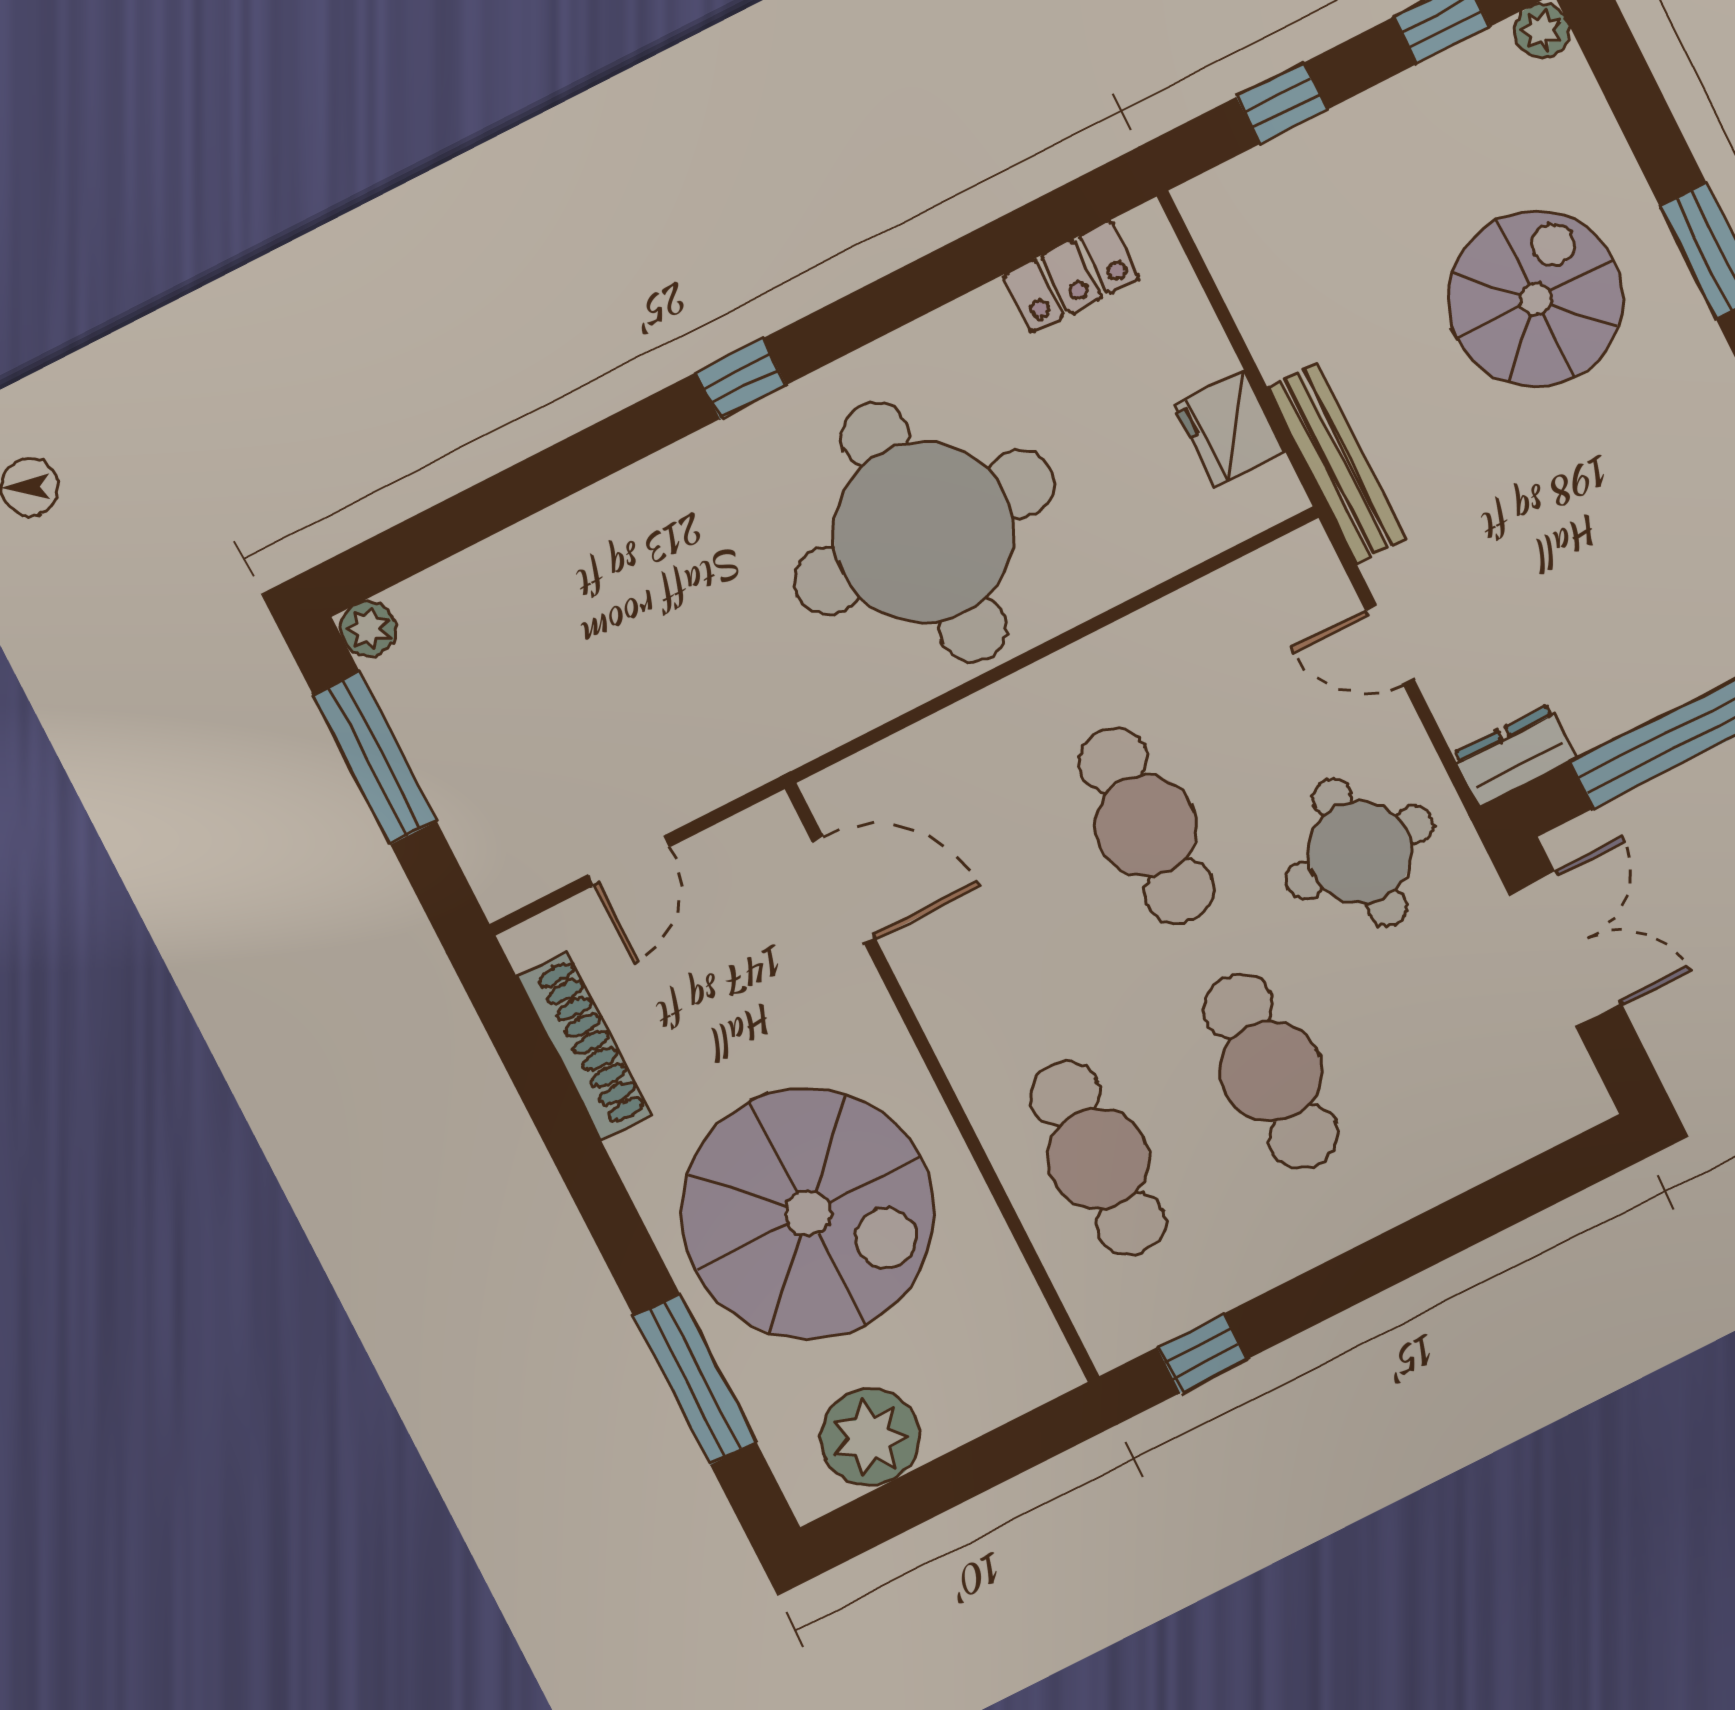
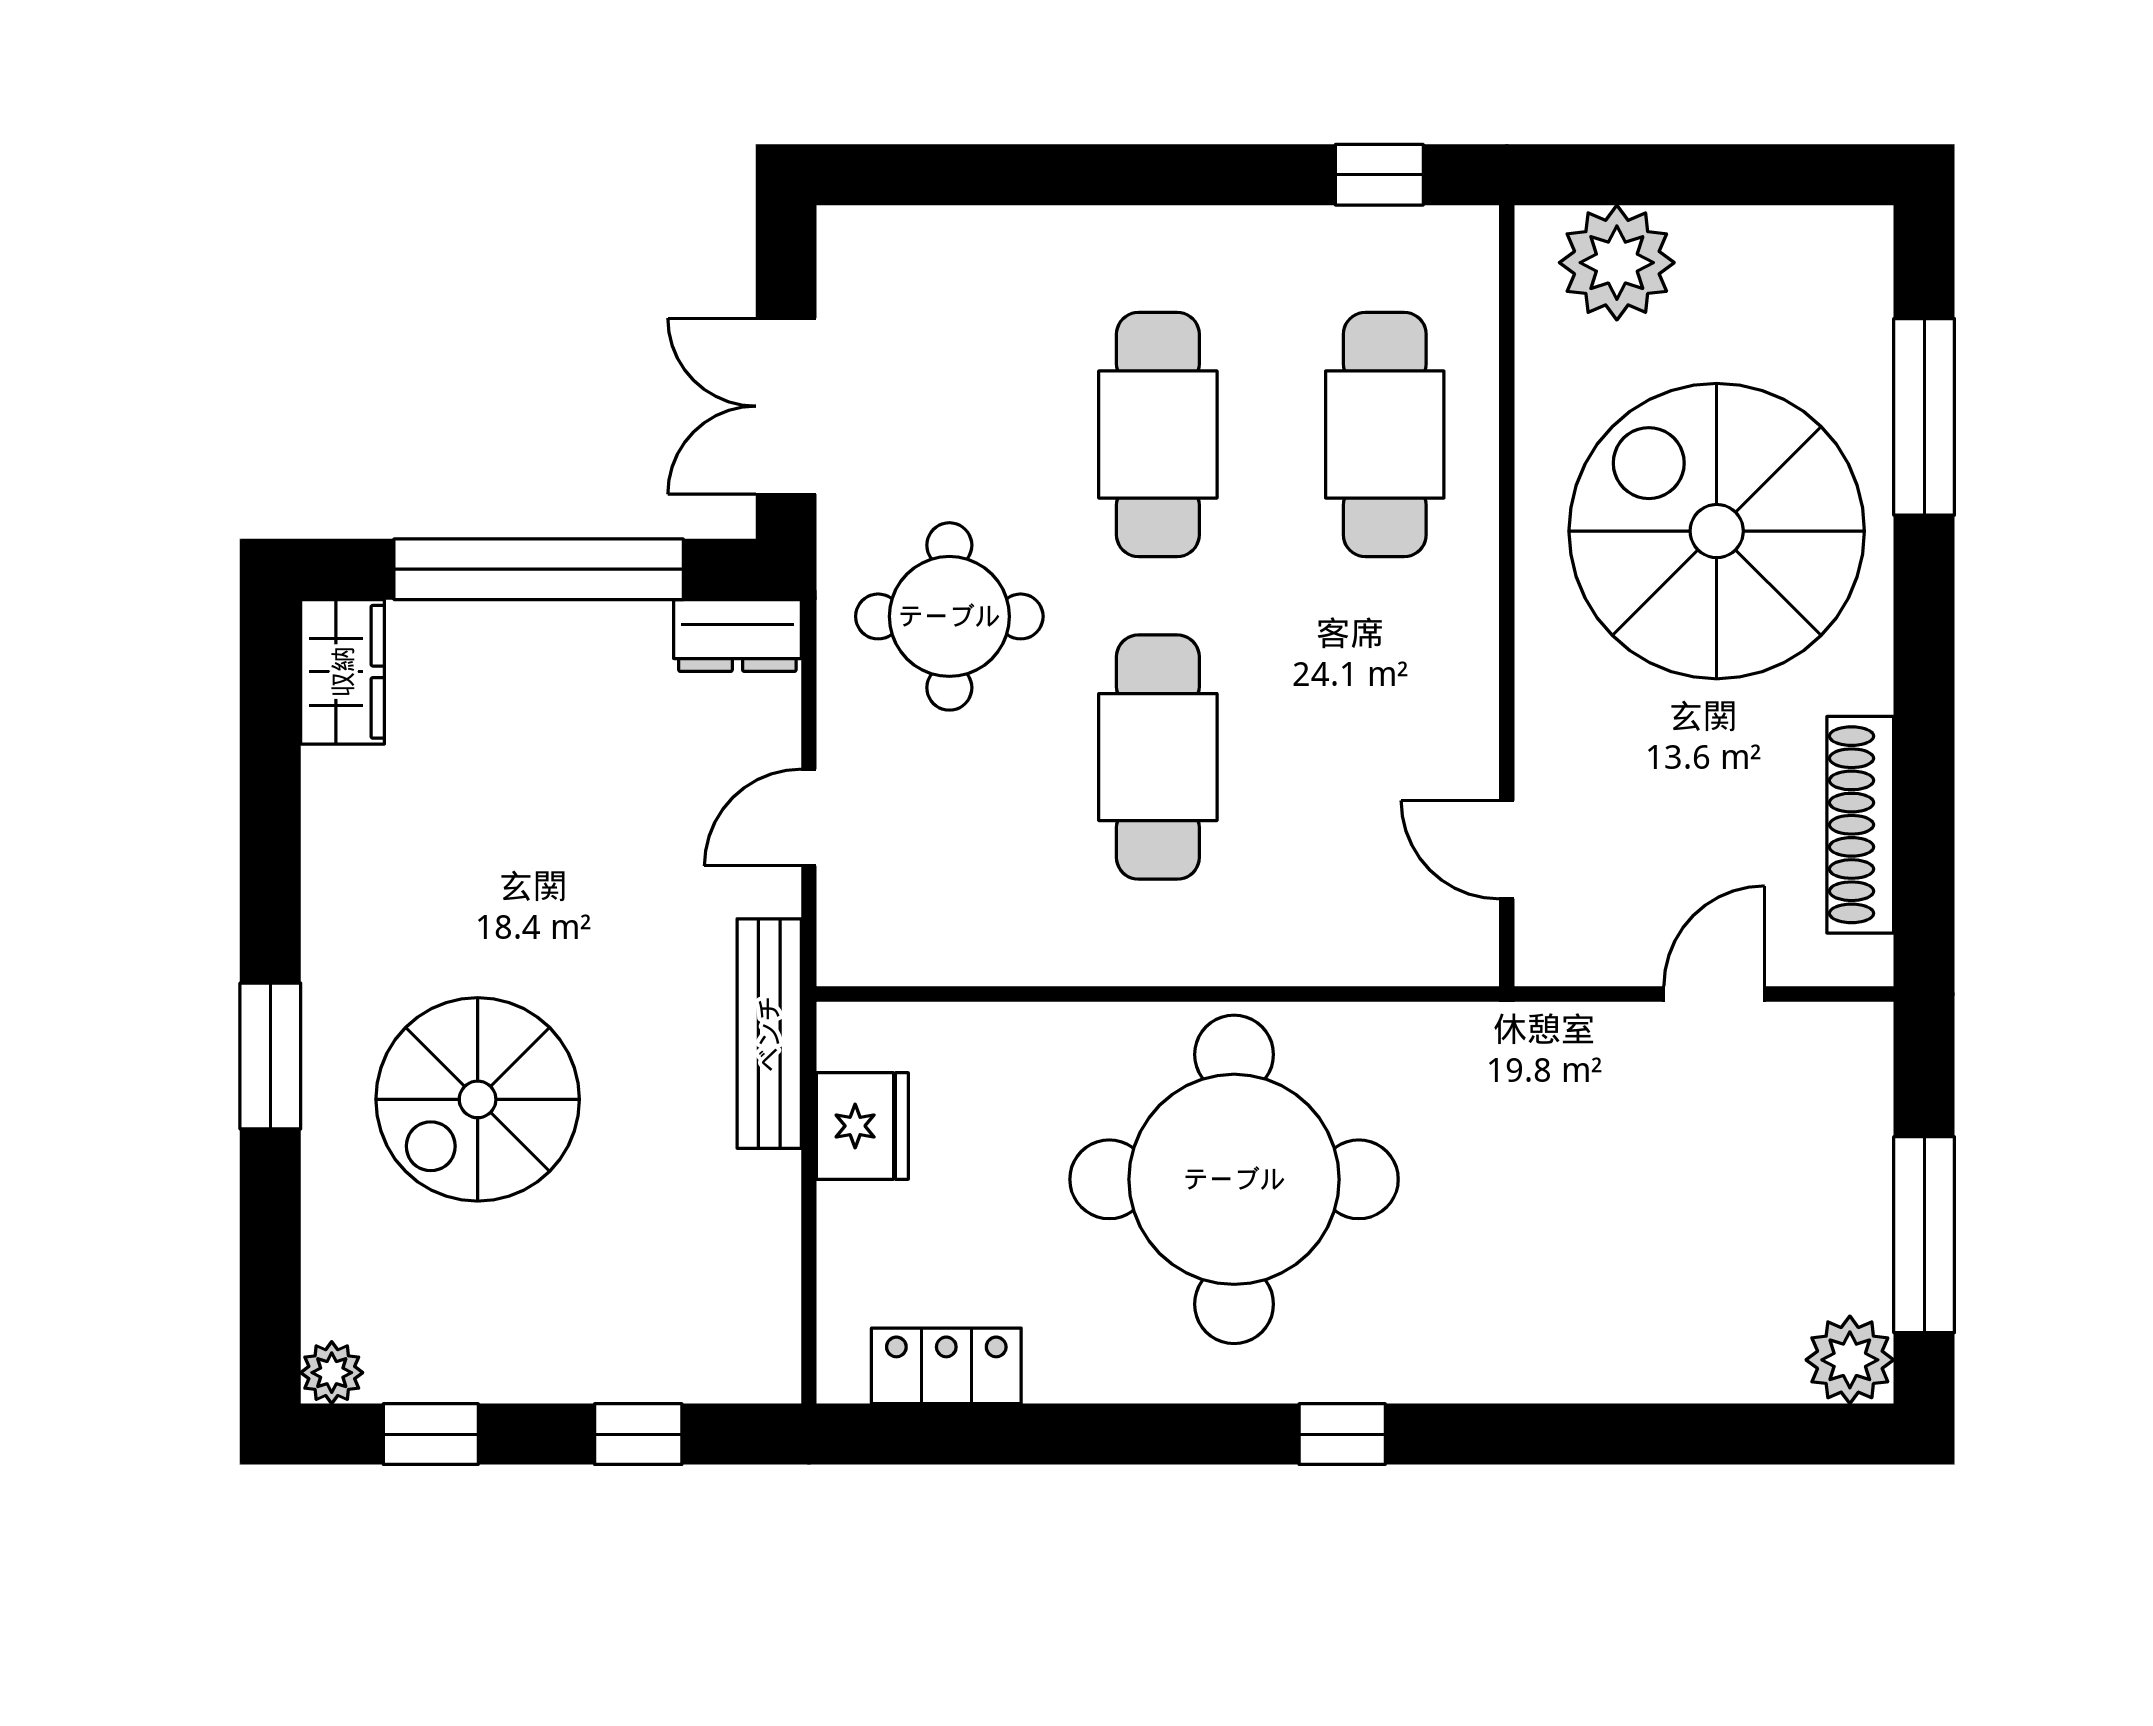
plant: (368, 629) -> (1850, 1360), width x1.38, depth x1.38
door: (1390, 644) -> (809, 818), swing flipped
door: (844, 890) -> (1507, 850), width x0.73
plant: (870, 1437) -> (1617, 263), moved

